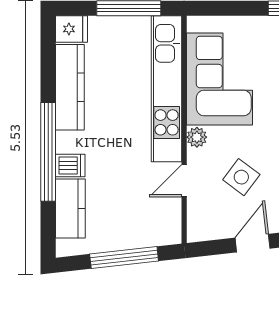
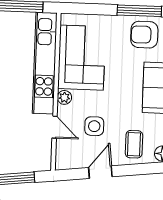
side table: (241, 177) -> (94, 126), turned -37
door: (184, 181) -> (55, 127), swing flipped

